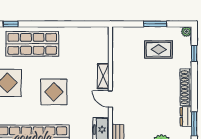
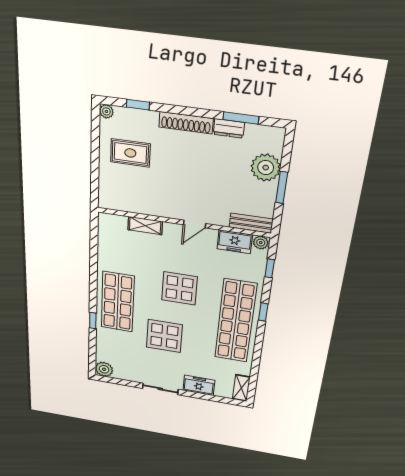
window: (155, 24) -> (95, 153), removed
rug: (159, 49) -> (130, 153), turned 90
shelving: (103, 76) -> (145, 226), moved

